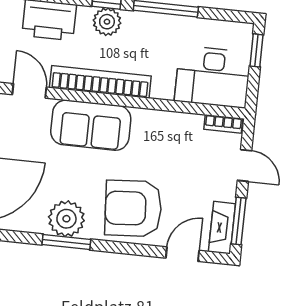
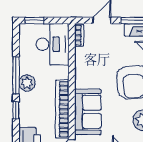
plant: (107, 22) -> (27, 83), moved

